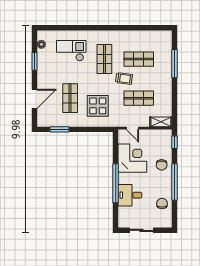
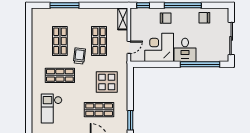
window: (116, 183) -> (200, 64), moved
desk: (130, 195) -> (185, 50), moved
sliding door: (141, 230) -> (231, 38), width x1.37

